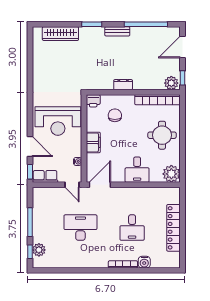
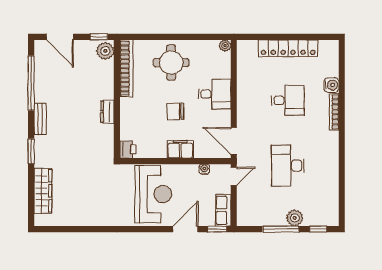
chair: (115, 115) -> (175, 111), moved
plant: (171, 174) -> (225, 46), width x0.53, depth x0.53
plant: (39, 250) -> (295, 218), moved

